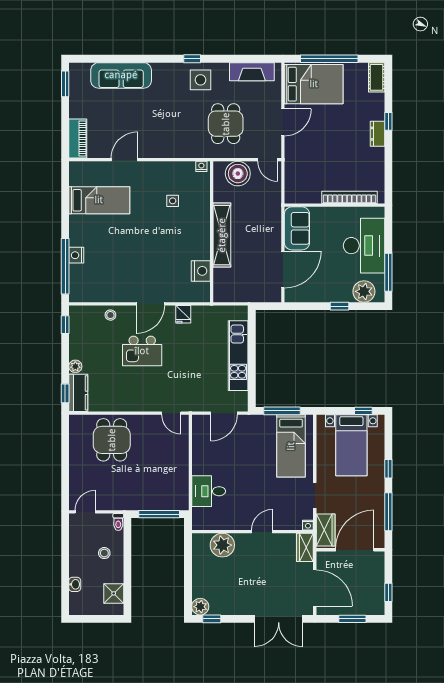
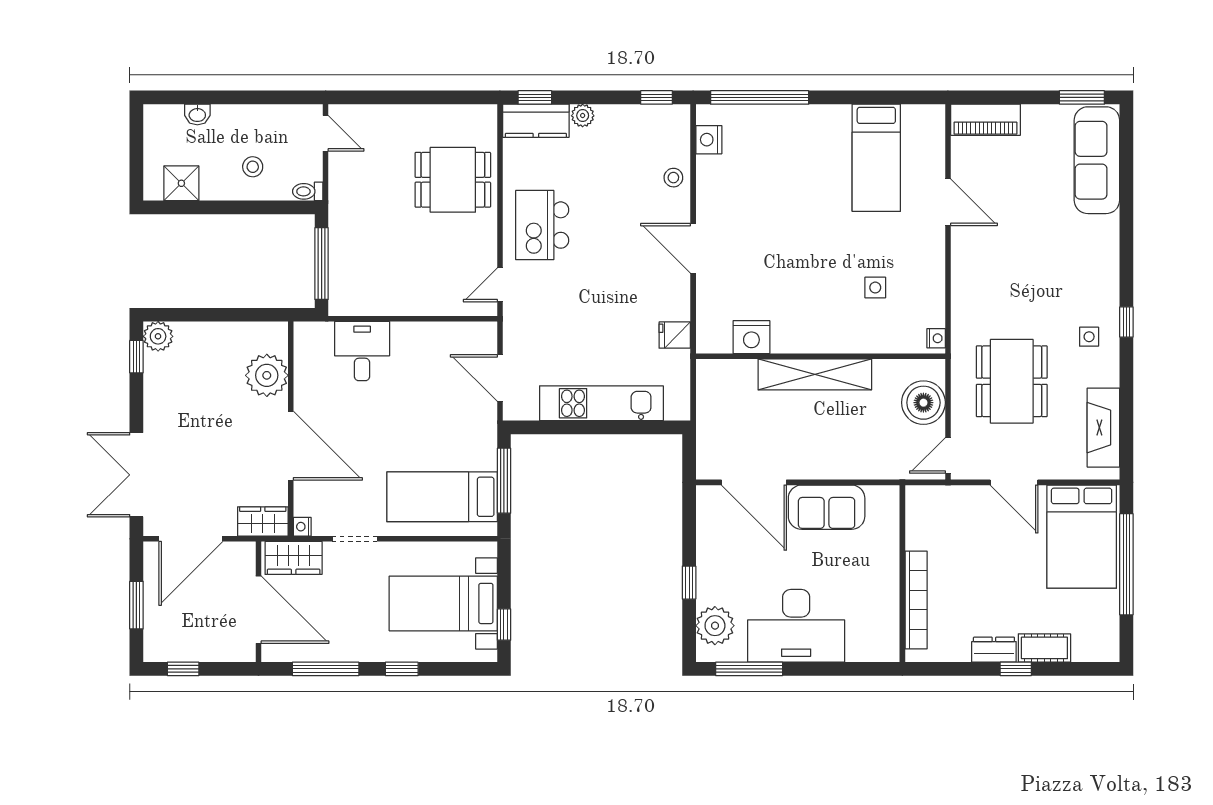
sofa: (121, 75) -> (1097, 160), moved
cot: (377, 77) -> (1044, 648), moved
side table: (200, 80) -> (1089, 337), width x0.54, depth x0.54
dining table: (226, 124) -> (1012, 381), width x1.38
bookcase: (349, 197) -> (916, 600), moved
wall: (334, 205) -> (902, 574), moved
nightstand: (76, 255) -> (709, 140), moved, turned -90
fridge: (183, 314) -> (675, 335), moved
kitchen island: (142, 351) -> (542, 225), moved
door: (262, 532) -> (291, 446), width x1.88

